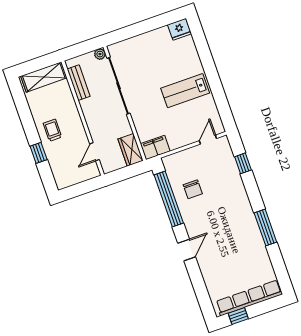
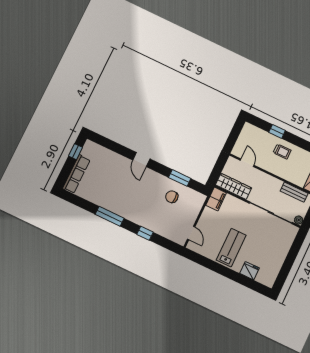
fridge: (180, 29) -> (250, 271), moved, turned 90
wardrobe: (130, 150) -> (233, 186), width x1.50
window: (243, 163) -> (145, 233), moved
window: (169, 199) -> (180, 178), width x0.47
row of seats: (249, 298) -> (76, 174), width x0.73

